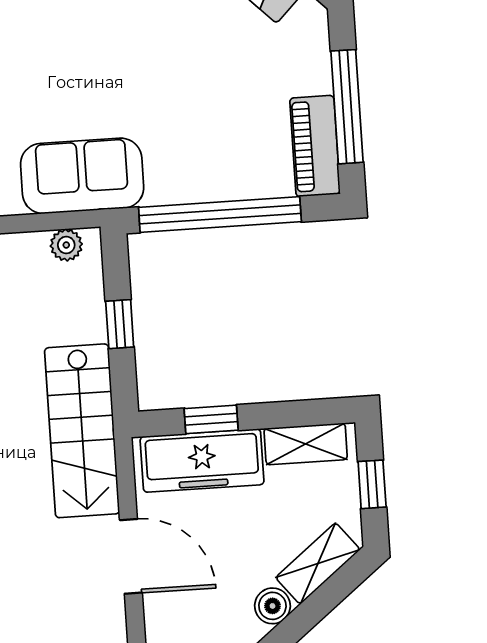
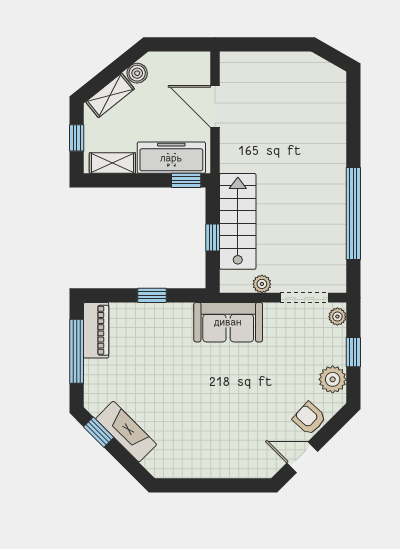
window: (220, 214) -> (152, 295), width x0.32
plant: (66, 245) -> (262, 284), moved
window: (211, 419) -> (186, 180), moved
stairs: (82, 431) -> (238, 221), moved

